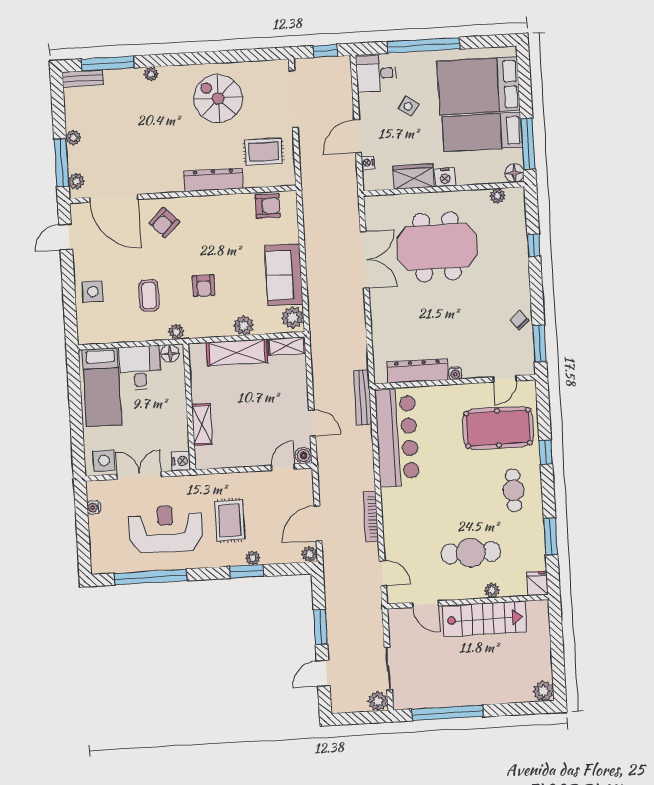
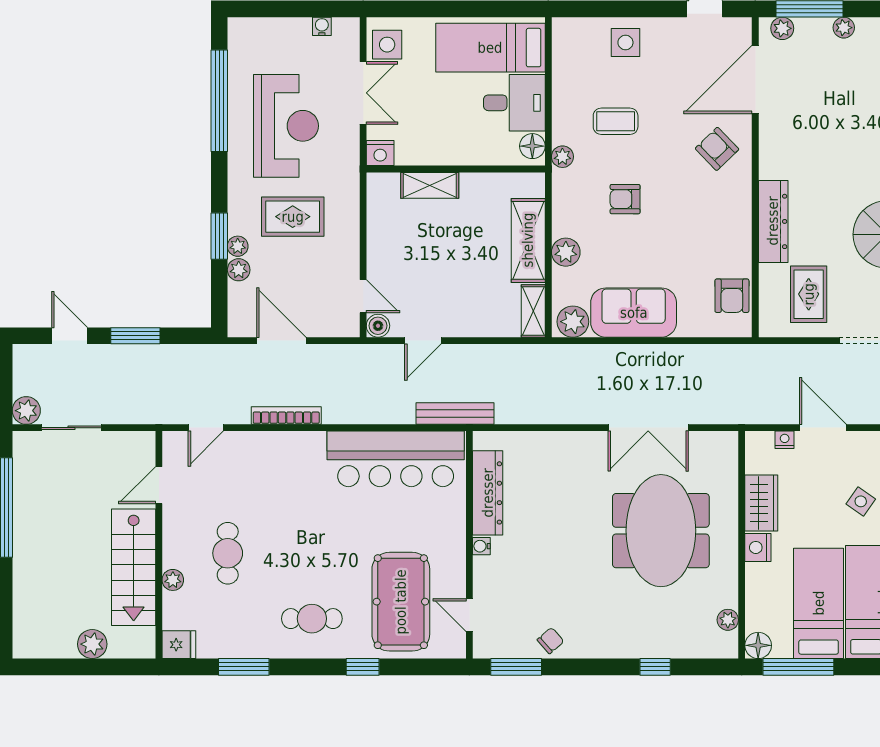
cafe table: (471, 553) -> (228, 553), width x0.73, depth x0.74
plant: (309, 554) -> (239, 270), moved
plant: (543, 691) -> (92, 644), moved

